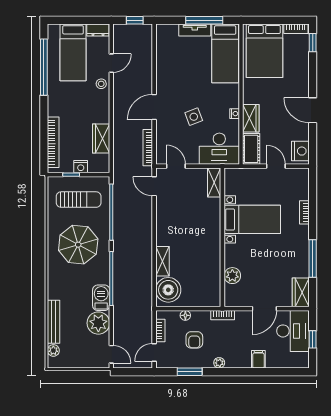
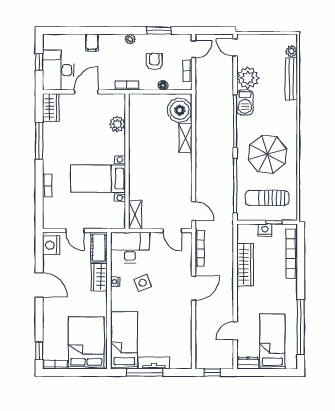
stool: (101, 84) -> (245, 311), removed
side table: (194, 117) -> (143, 283), moved
wardrobe: (101, 138) -> (245, 265), width x1.50

